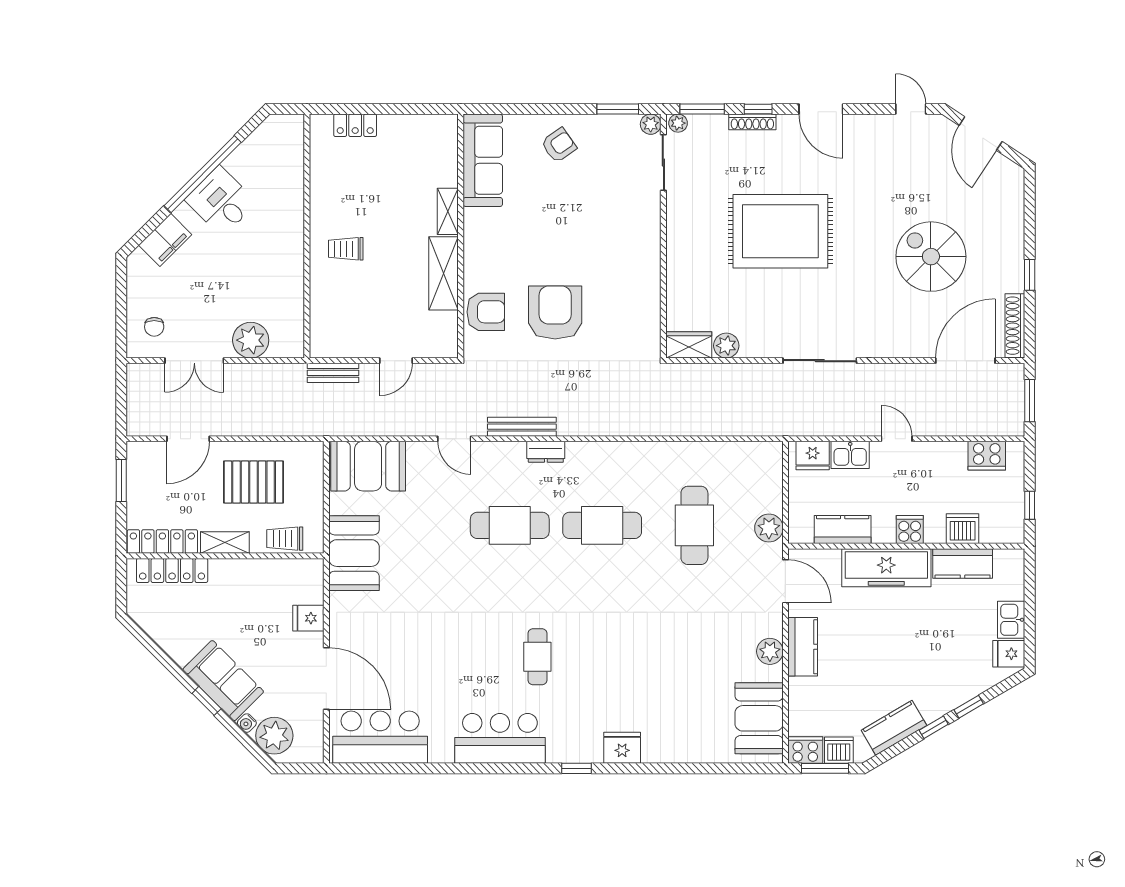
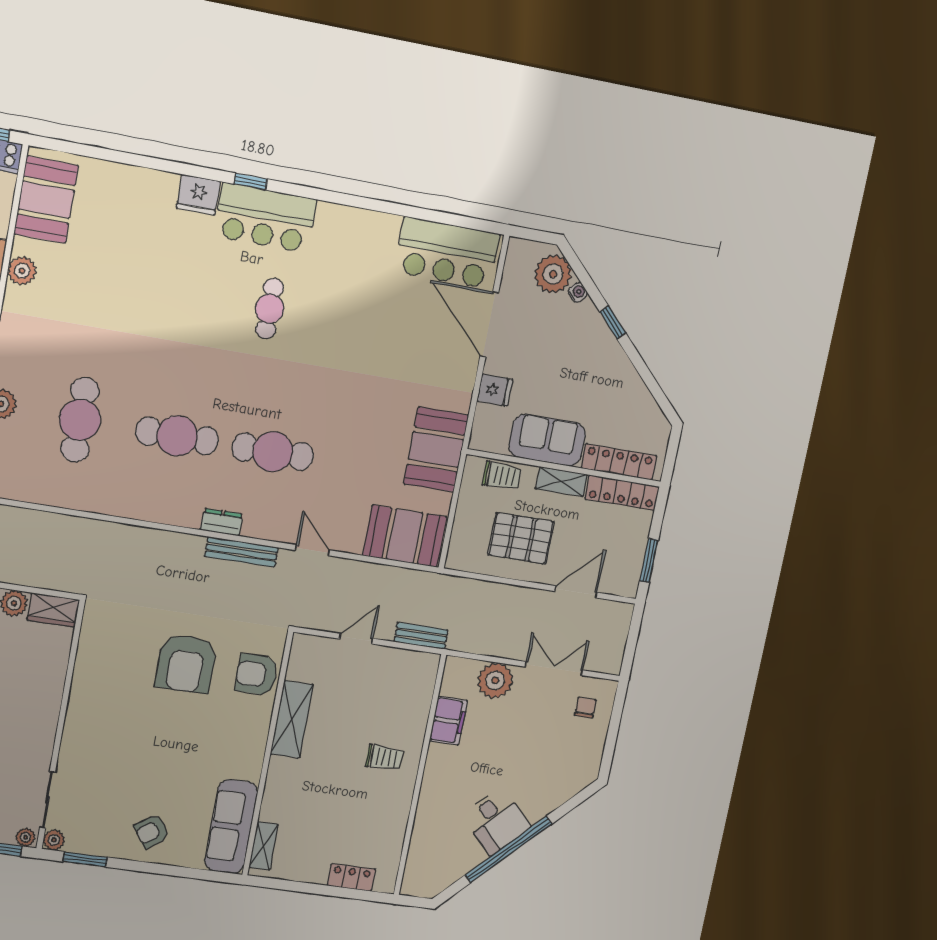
shelving: (448, 211) -> (263, 846), moved
filing cabinet: (165, 240) -> (448, 721), moved, turned 135
sofa: (223, 681) -> (547, 440), moved, turned 135
bar counter: (500, 738) -> (265, 218), moved

